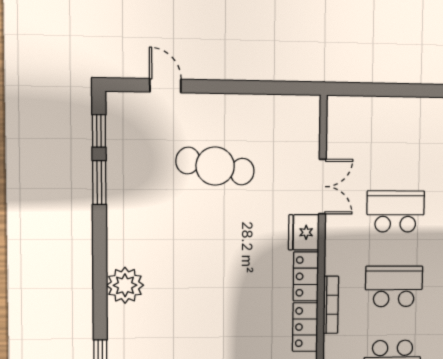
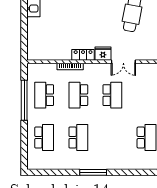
school desk: (394, 286) -> (78, 95), turned 180
locker: (305, 327) -> (60, 55), removed

